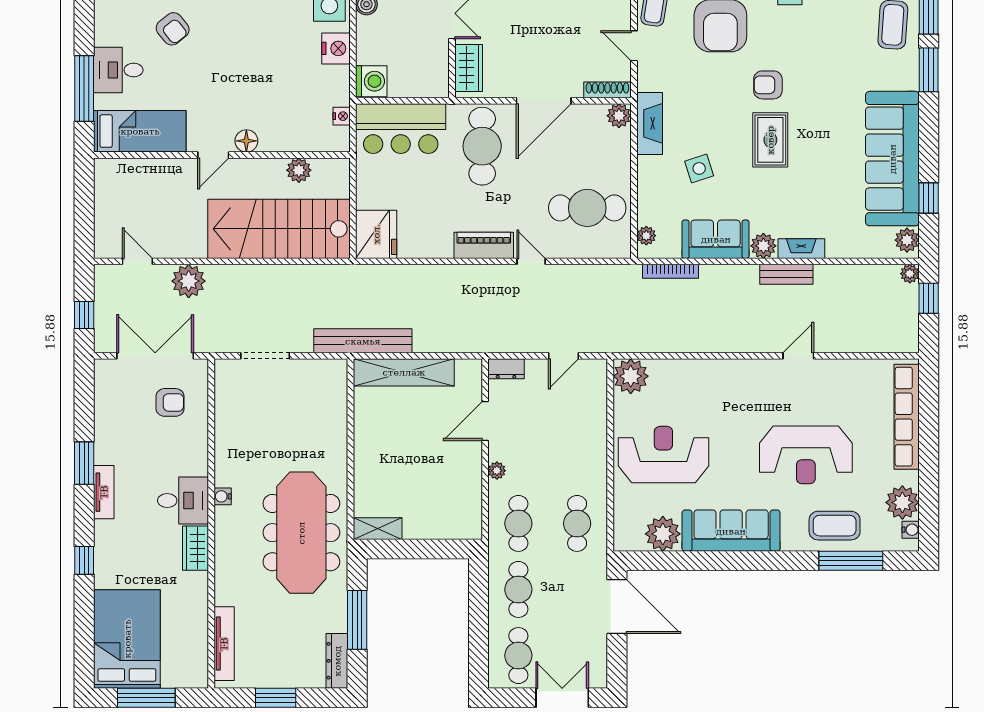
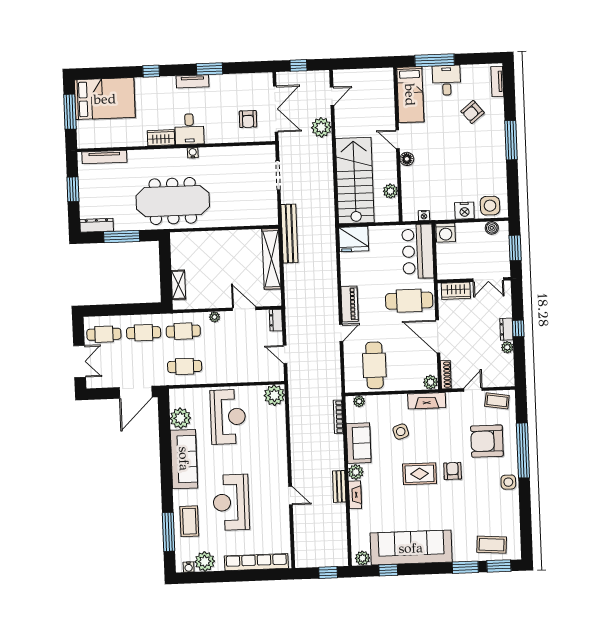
plant: (910, 274) -> (342, 561), removed
shelving: (378, 529) -> (178, 285), moved

